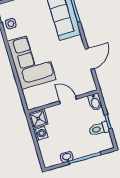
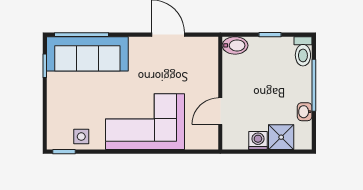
door: (68, 100) -> (220, 111), moved
shower: (38, 119) -> (281, 137), moved
toilet: (99, 129) -> (303, 51), moved

